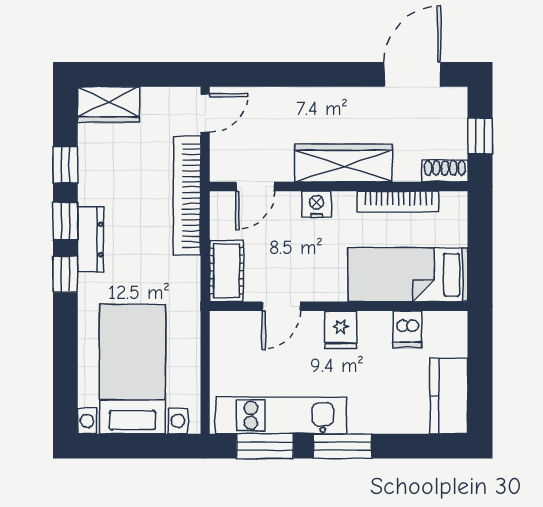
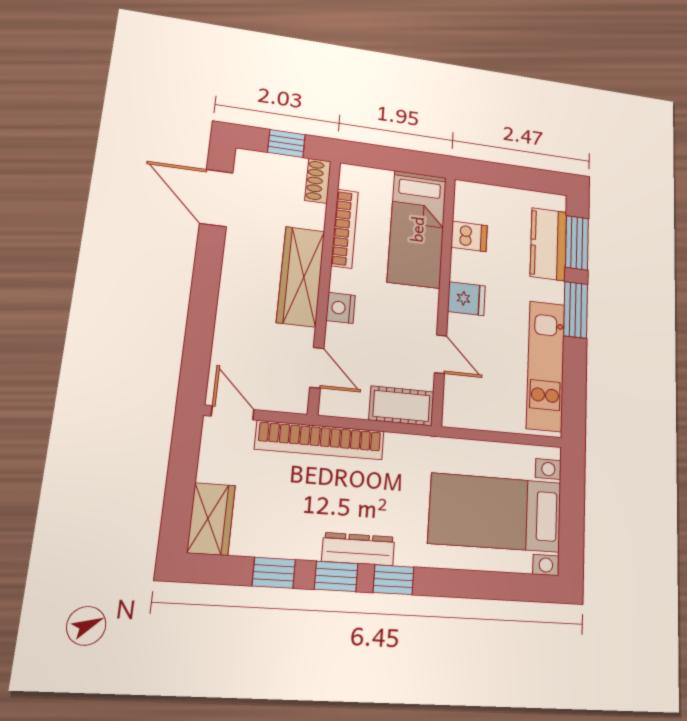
kitchen counter: (449, 396) -> (548, 244), moved, turned 90
window: (265, 446) -> (577, 243), moved

